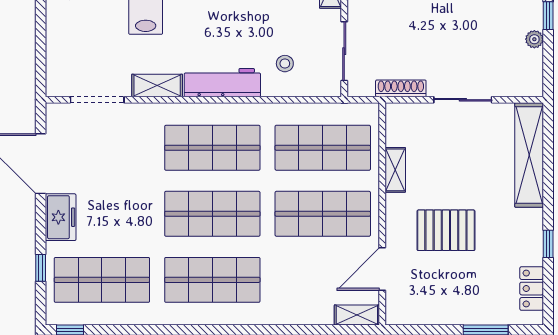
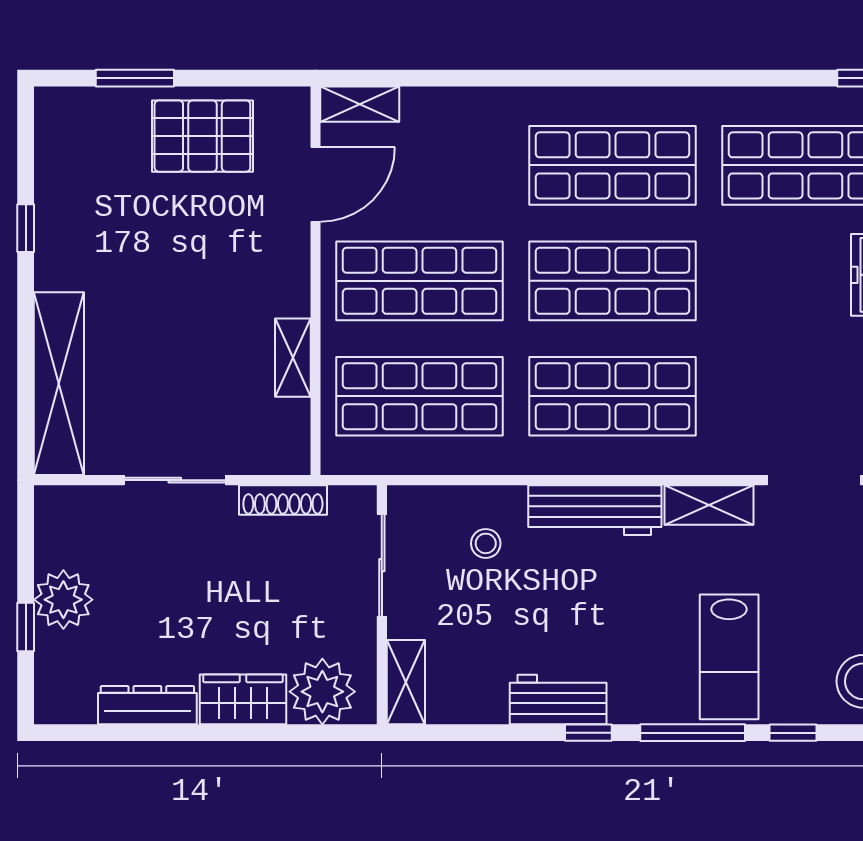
plant: (534, 39) -> (63, 600), width x1.87, depth x1.87
pallet: (446, 230) -> (202, 136), moved
locker: (532, 289) -> (54, 150), removed

